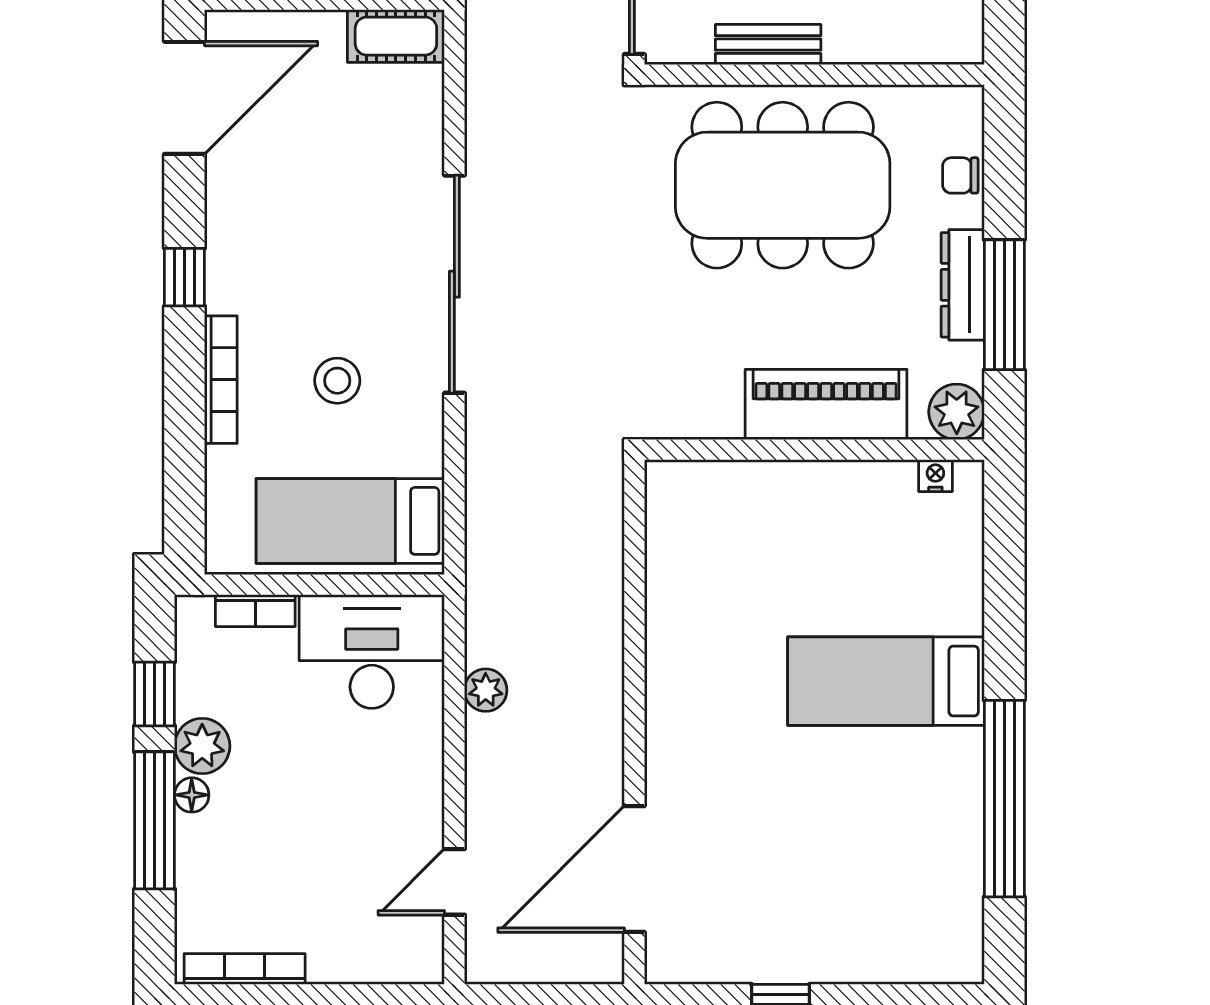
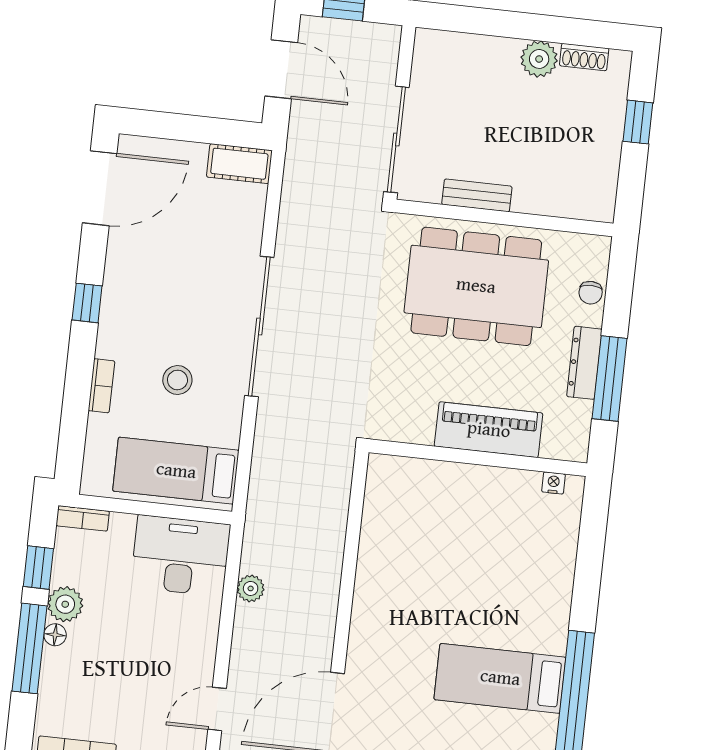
chair: (960, 175) -> (591, 293), turned -90
bookcase: (221, 380) -> (101, 386), width x0.64
plant: (957, 412) -> (571, 444), removed
bookcase: (255, 611) -> (83, 518), moved
bed: (886, 681) -> (500, 678), moved

